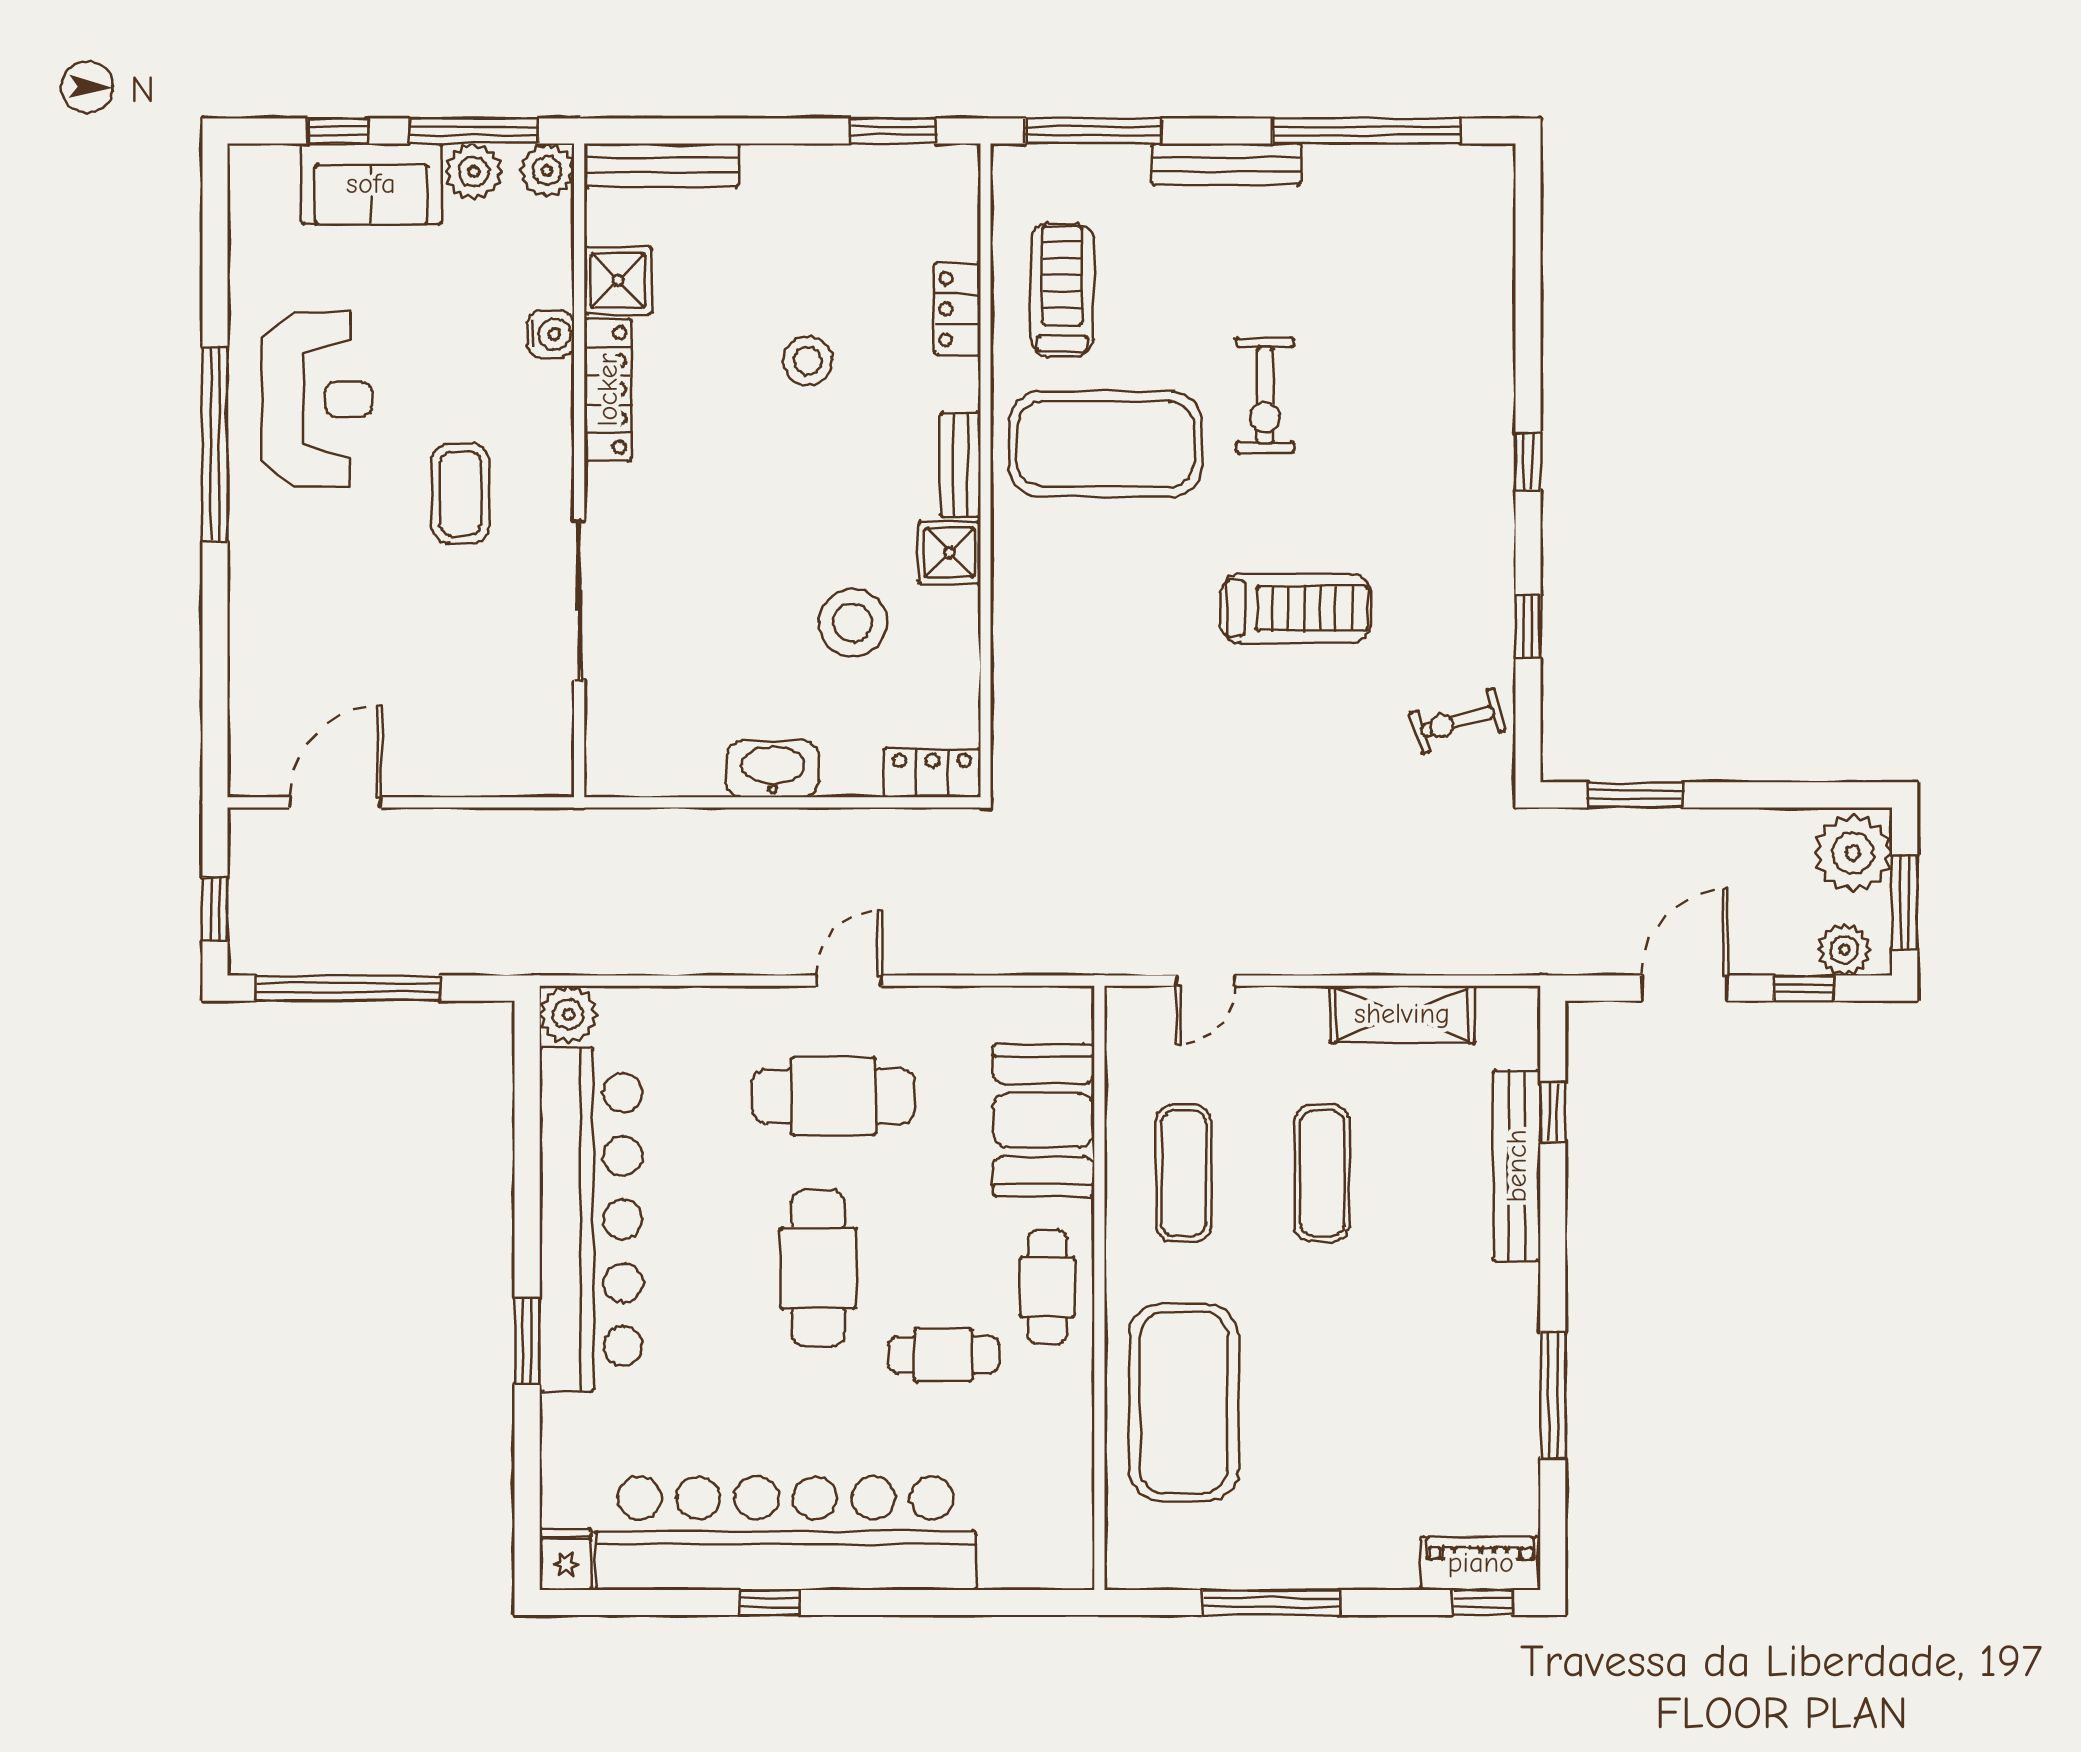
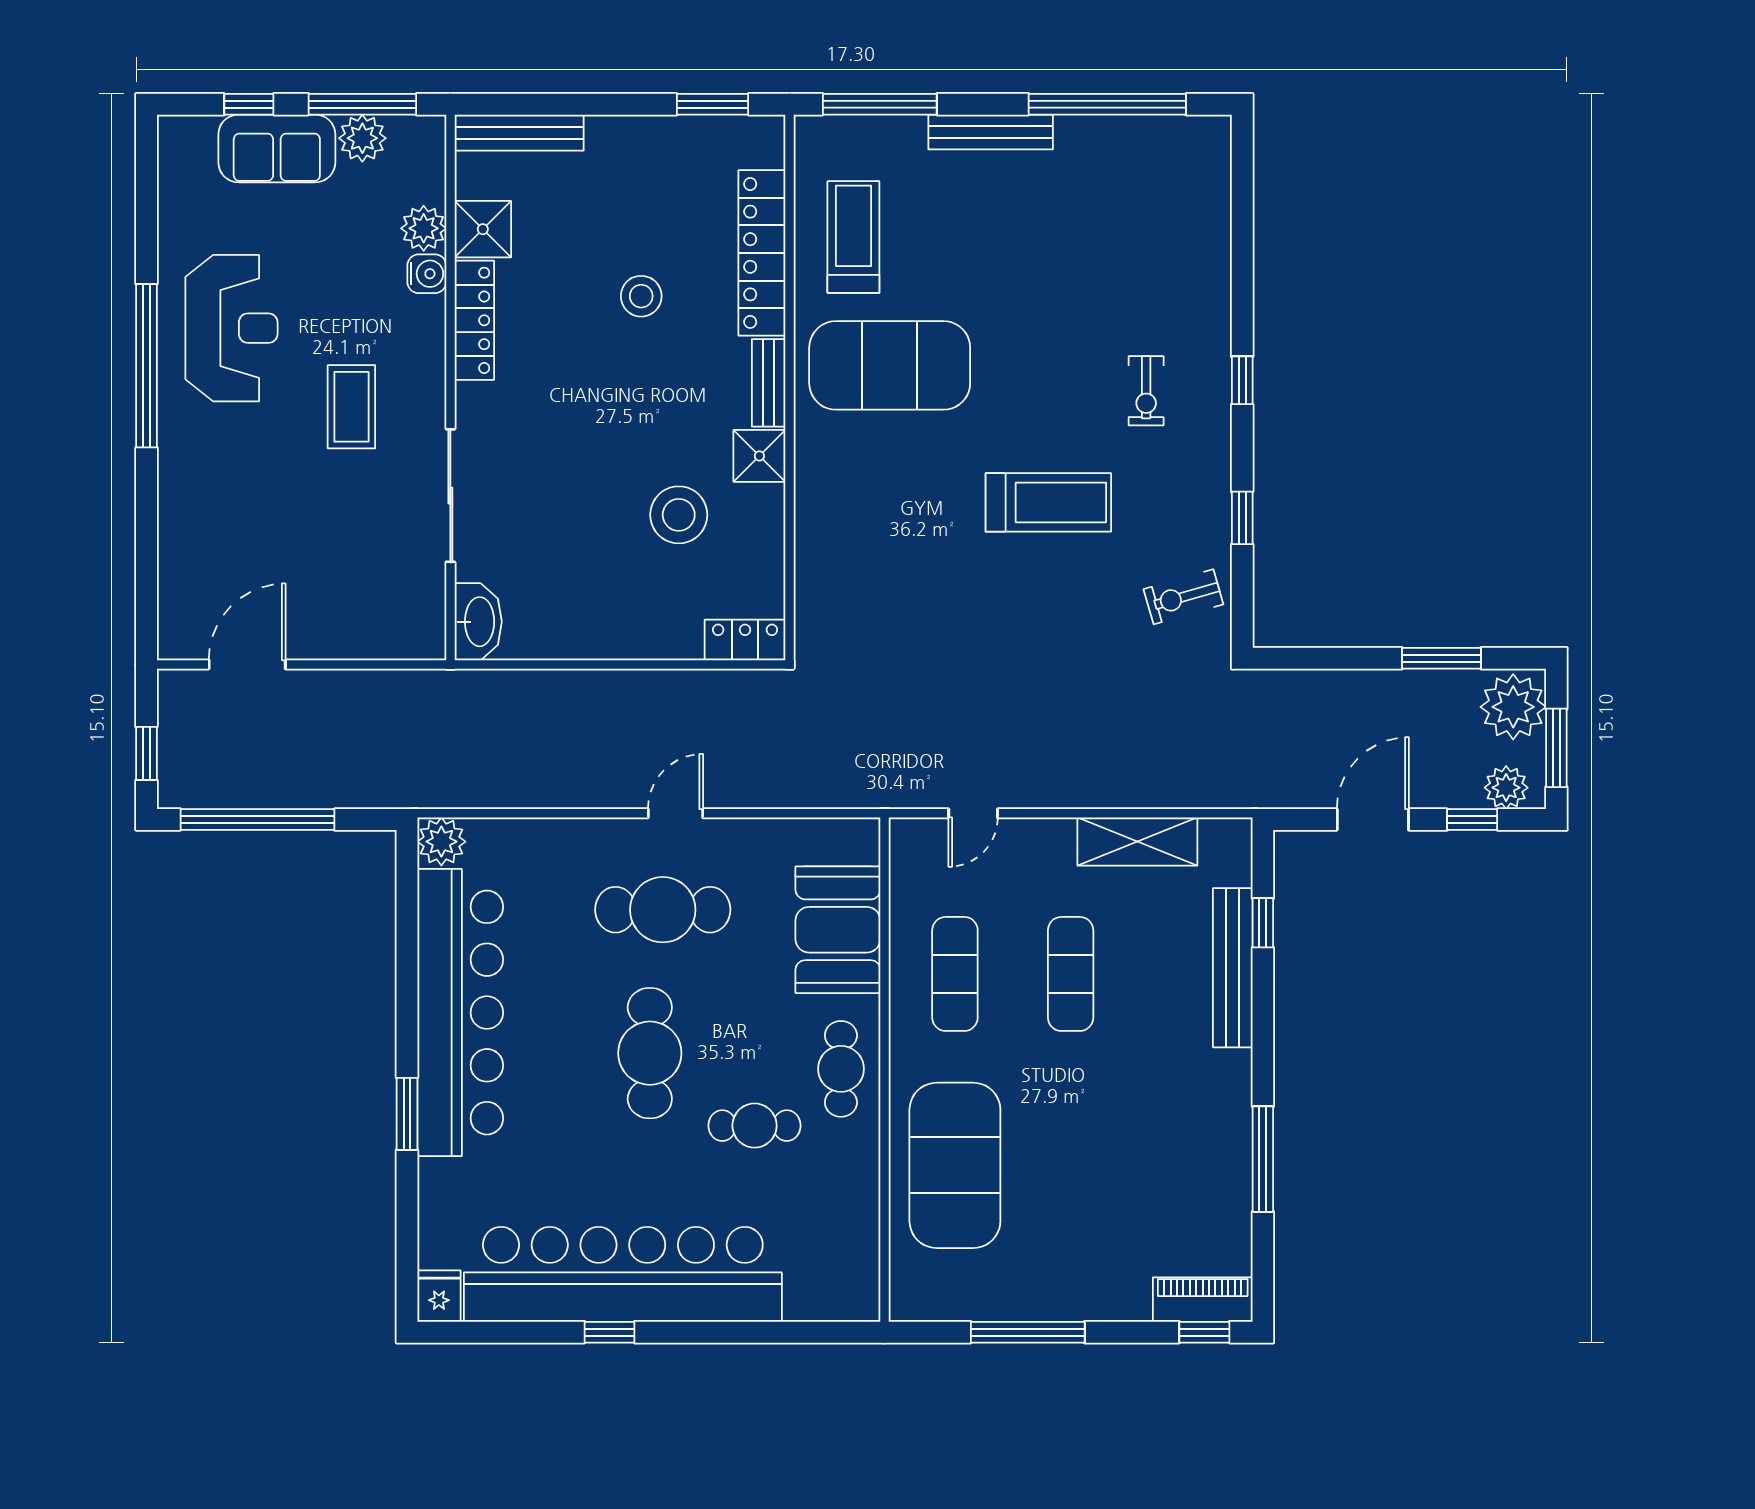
plant: (547, 170) -> (424, 228), moved
locker: (957, 309) -> (762, 253), width x2.16, depth x1.21
exercise bike: (1265, 395) -> (1146, 391), moved, width x0.73, depth x0.72
washbasin: (773, 769) -> (478, 622), moved, turned 90
window: (1635, 795) -> (1441, 658), moved

